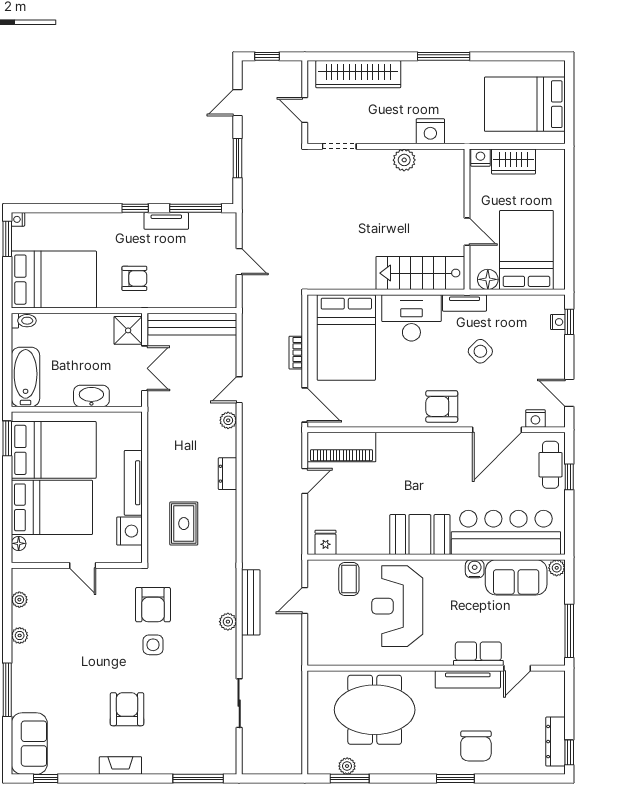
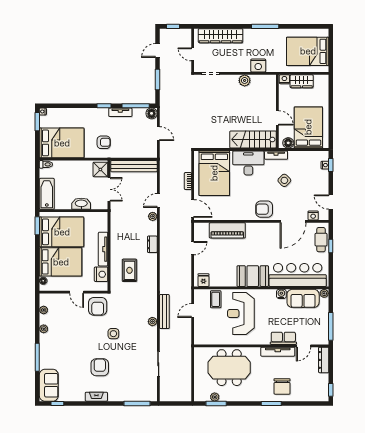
floor lamp: (226, 223) -> (152, 113), added
piano: (341, 447) -> (227, 230), moved
armchair: (153, 605) -> (98, 306), moved
dresser: (556, 742) -> (324, 360), moved

